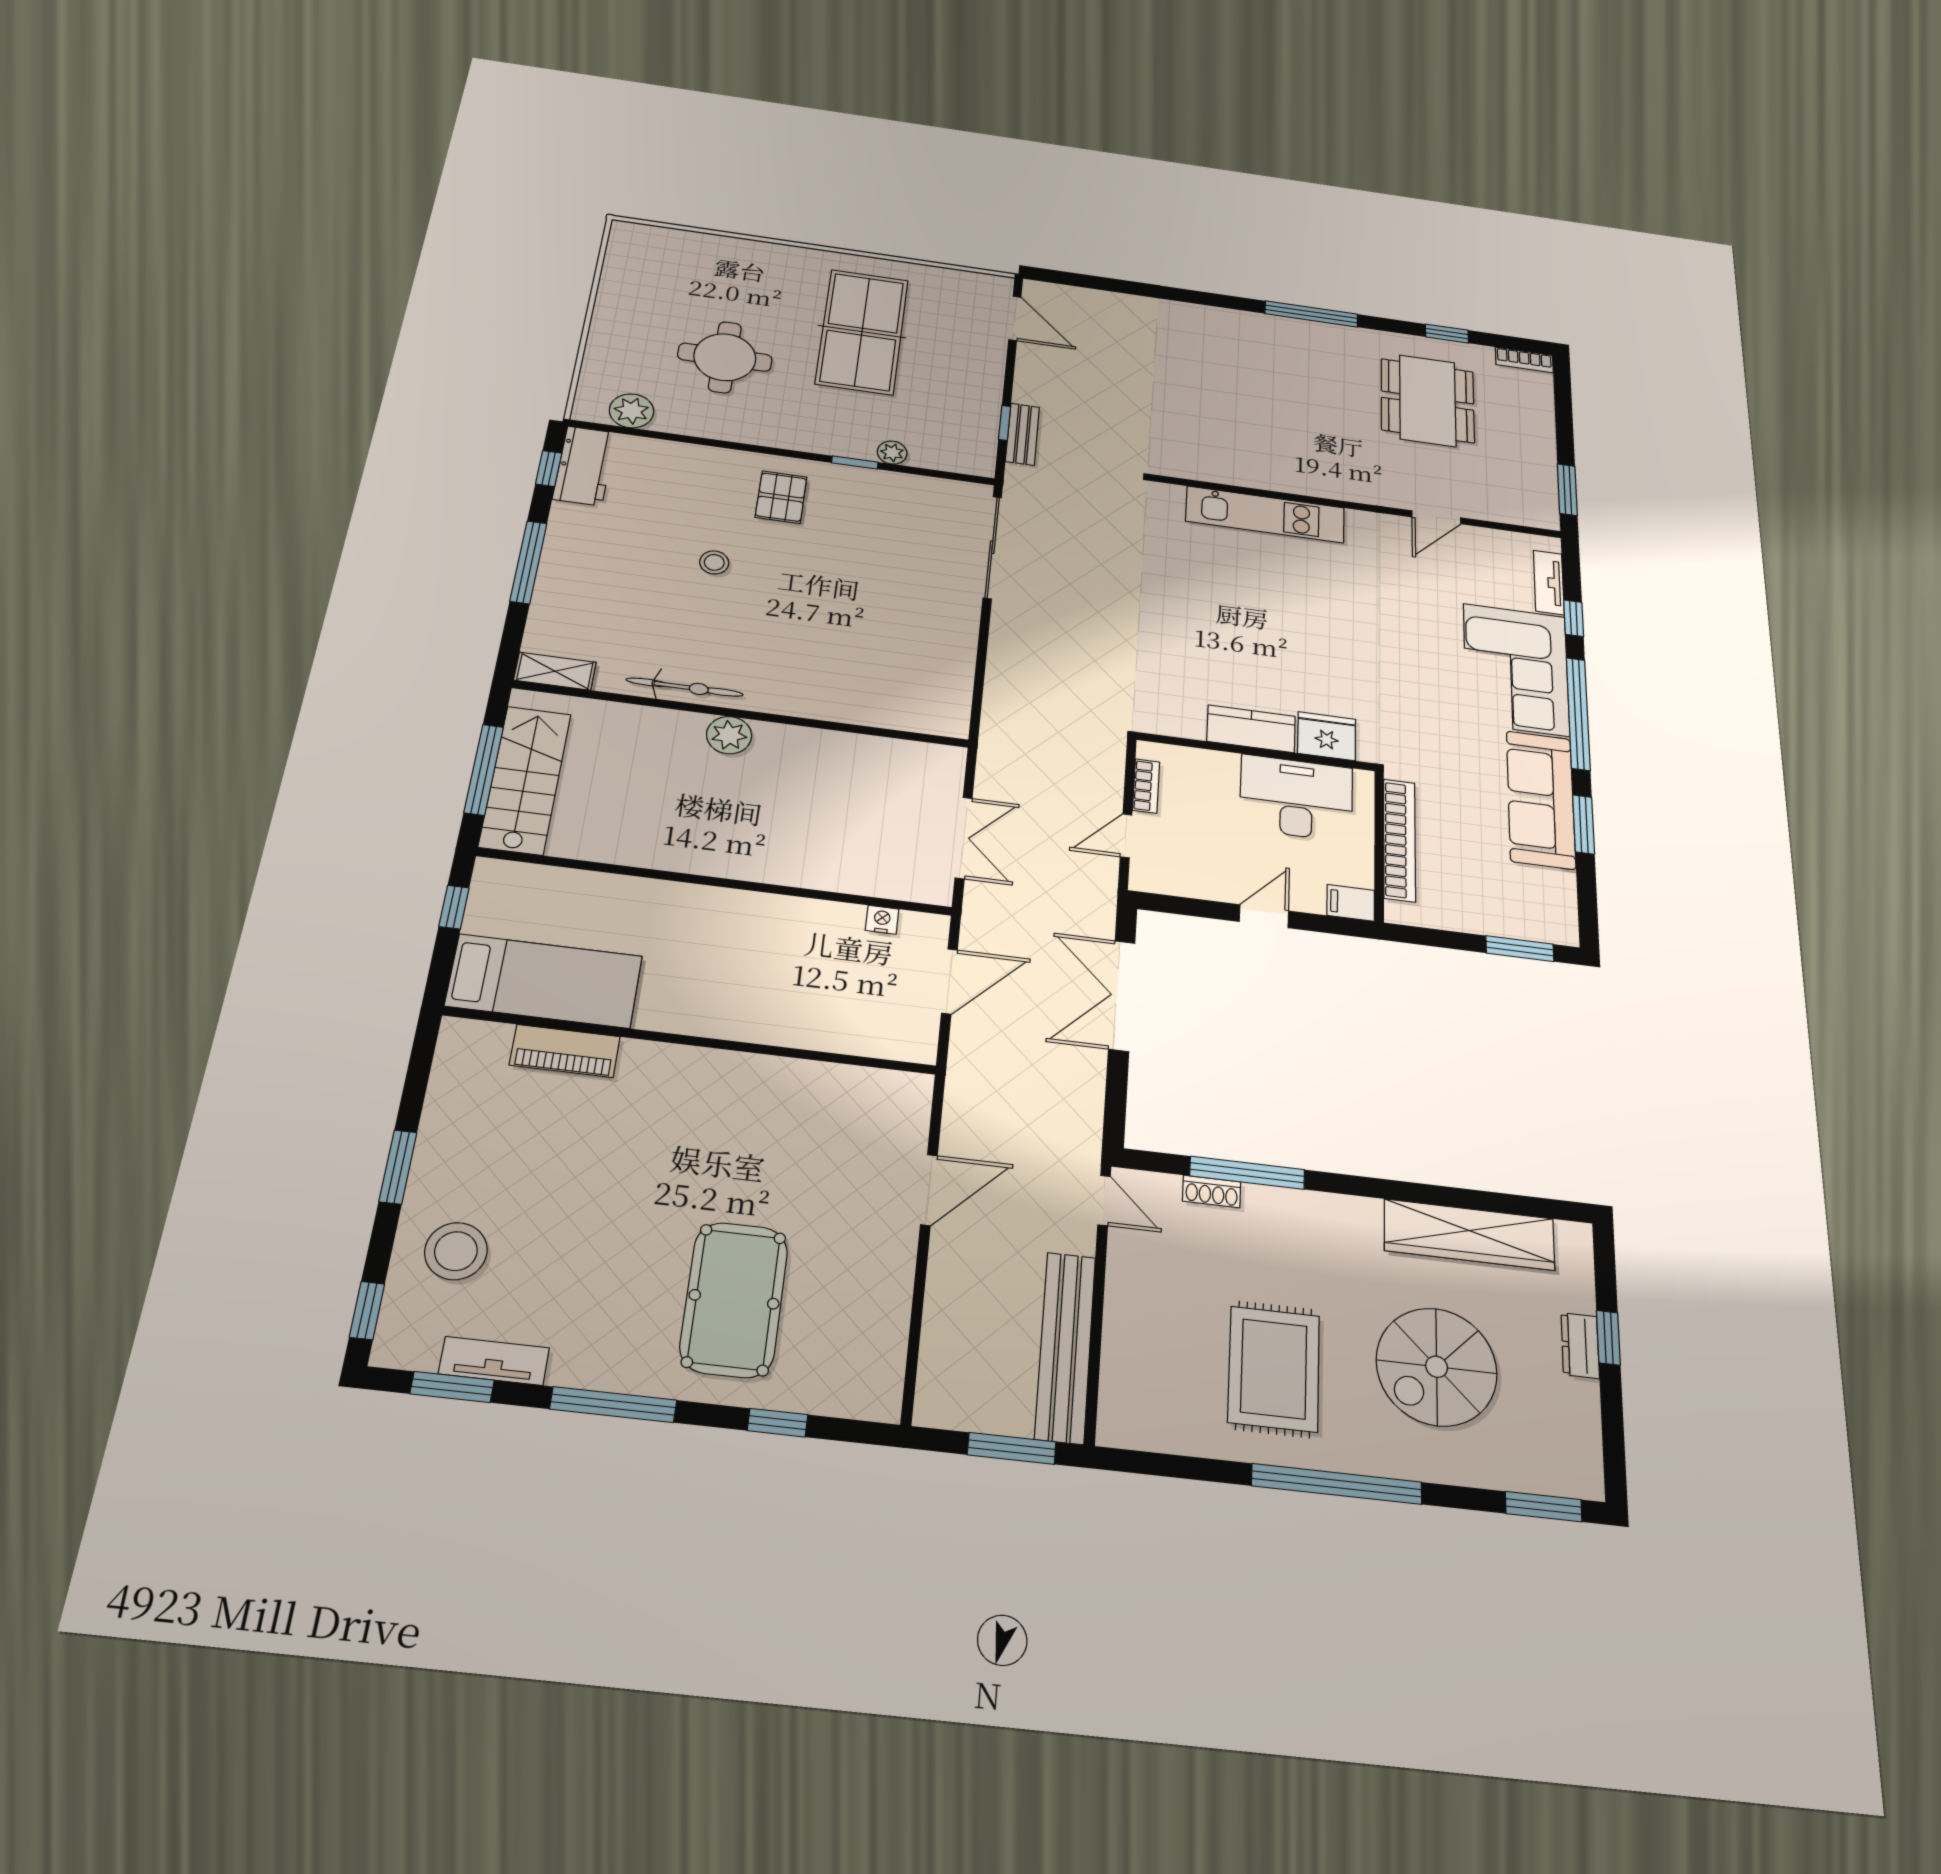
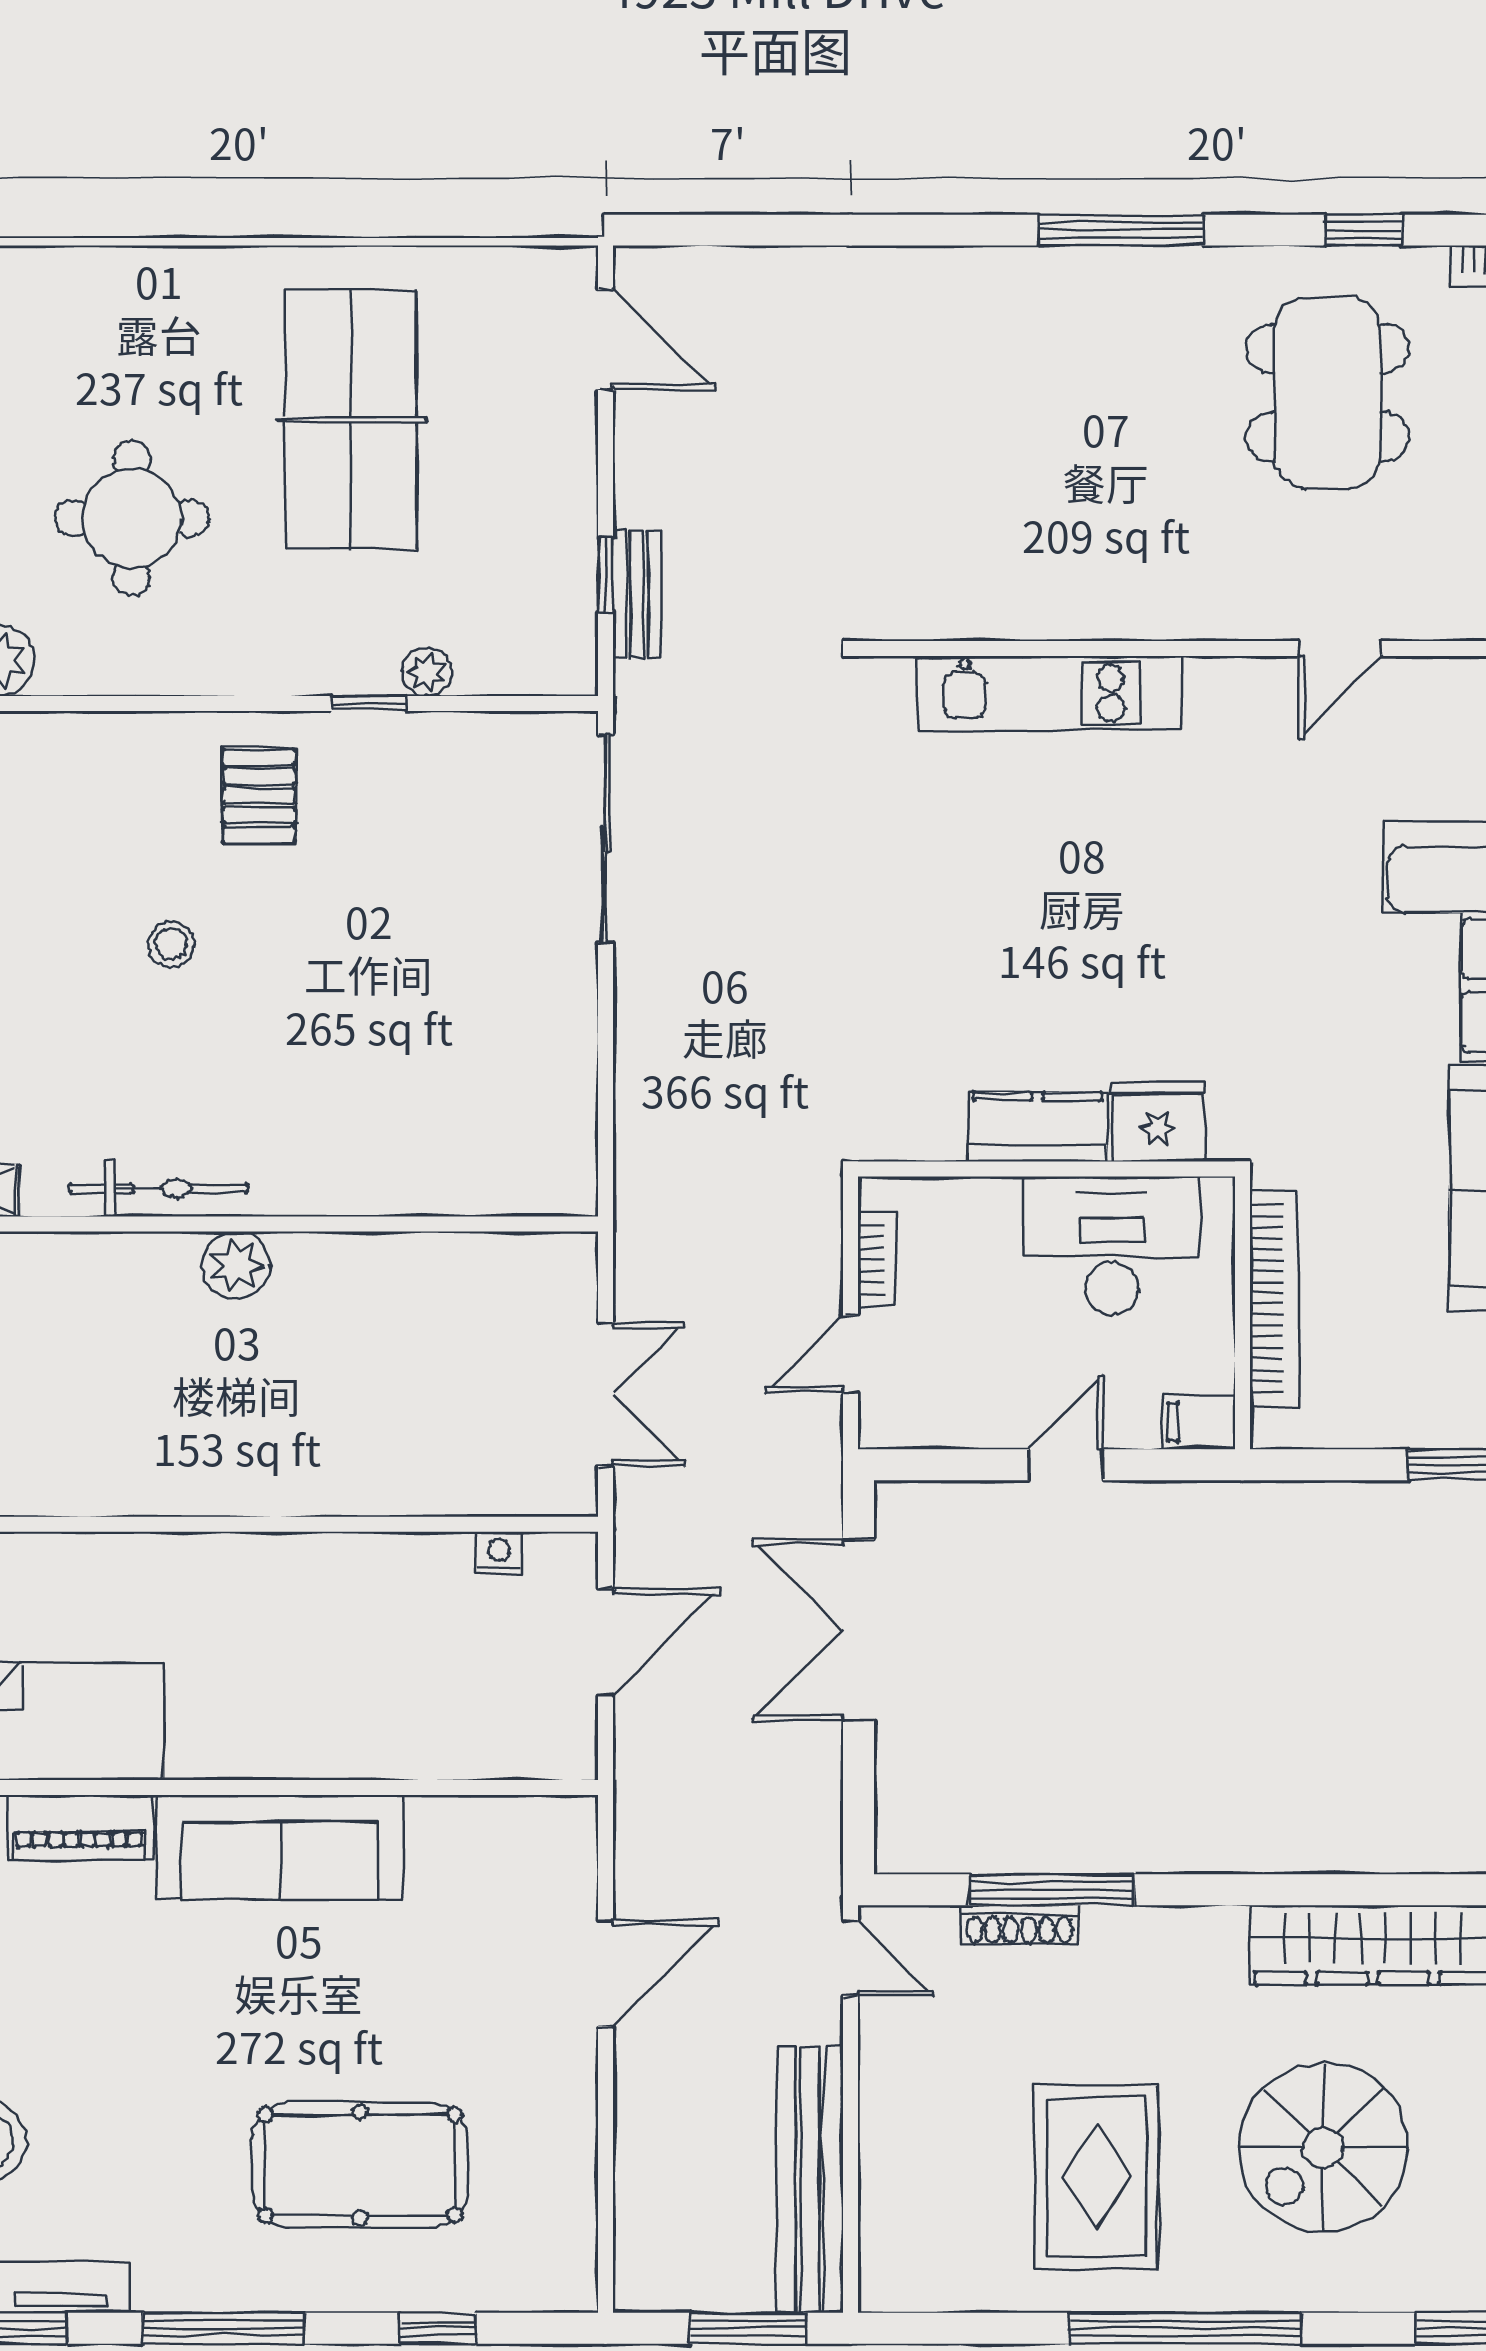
sofa: (706, 1081) -> (280, 1847), added
shoe rack: (1212, 1191) -> (1020, 1925), width x1.43
pool table: (734, 1299) -> (360, 2165), turned 90

